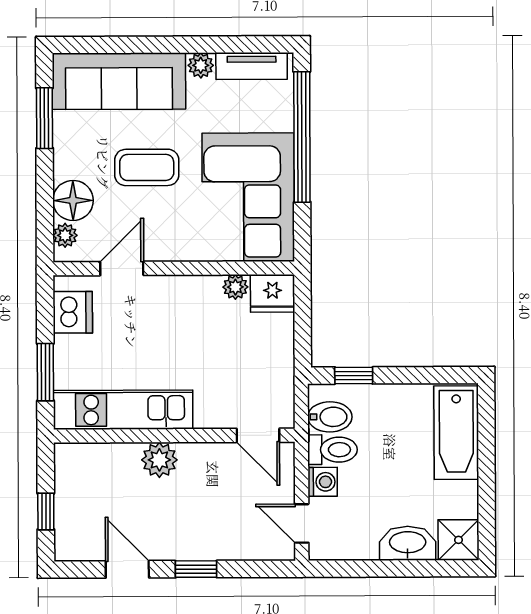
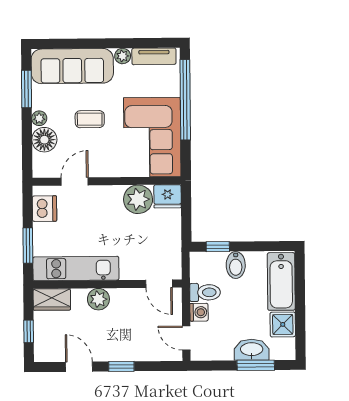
coffee table: (147, 167) -> (90, 119), width x0.73, depth x0.77
plant: (65, 235) -> (39, 118), moved
plant: (235, 287) -> (138, 199), width x1.88, depth x1.88
bidet: (330, 417) -> (236, 265), moved, turned 90
wardrobe: (84, 460) -> (52, 299), added
shower: (458, 540) -> (283, 324), moved
window: (414, 568) -> (256, 365), added

